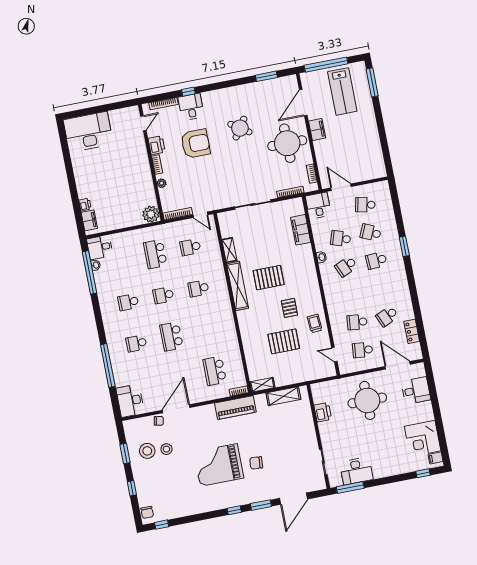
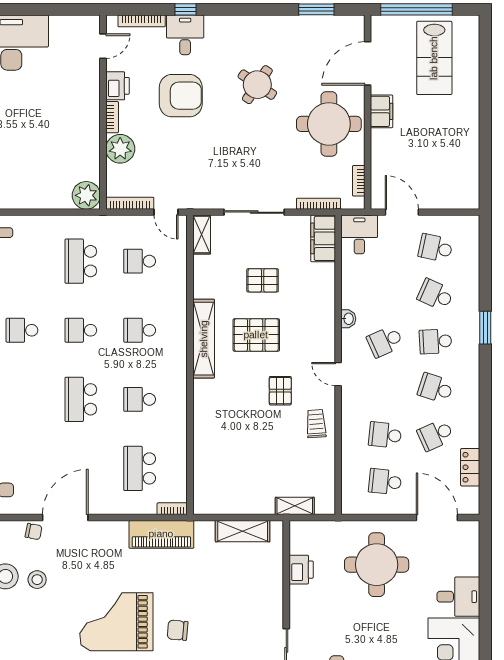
window: (372, 82) -> (485, 53), removed
plant: (162, 183) -> (120, 149), width x1.87, depth x1.87
filing cabinet: (301, 230) -> (323, 238), moved
school desk: (341, 238) -> (436, 388), moved
shelving: (229, 250) -> (202, 234), moved
pallet: (284, 341) -> (263, 280), moved, width x0.67, depth x0.71
school desk: (136, 343) -> (140, 399), moved
door: (334, 354) -> (338, 374), moved
shelving: (262, 385) -> (295, 506), moved
desk: (416, 391) -> (458, 597), moved

